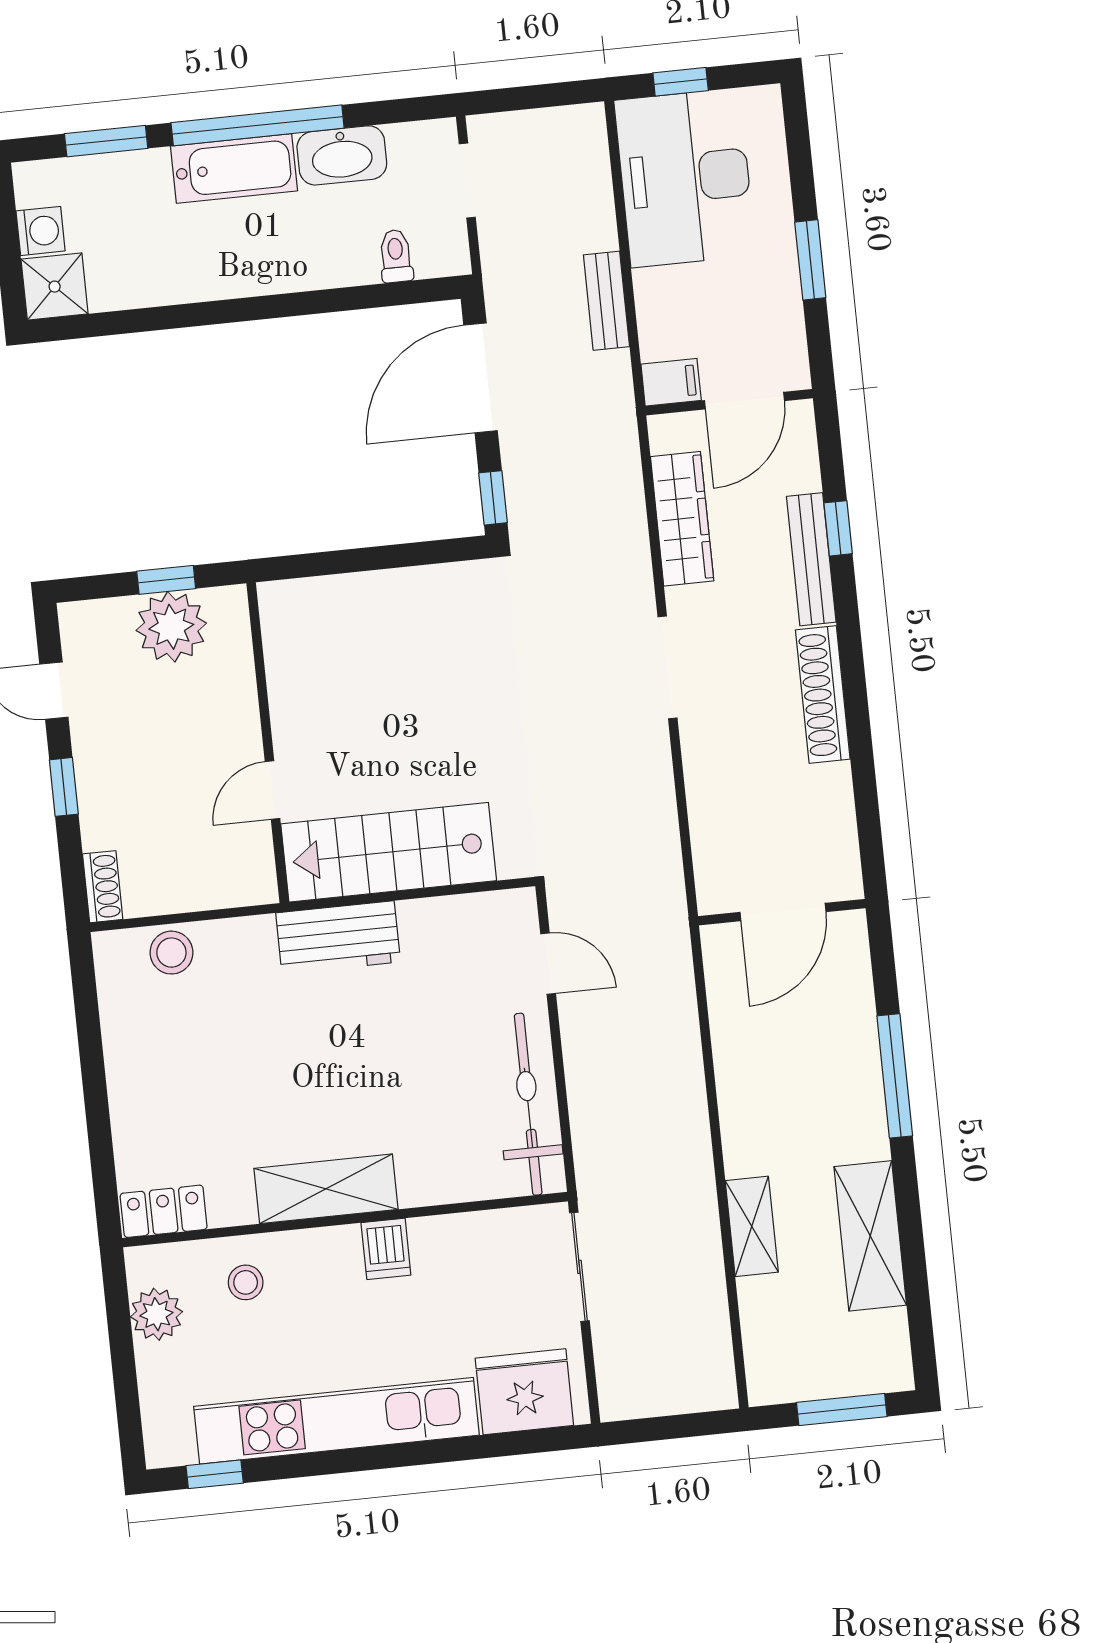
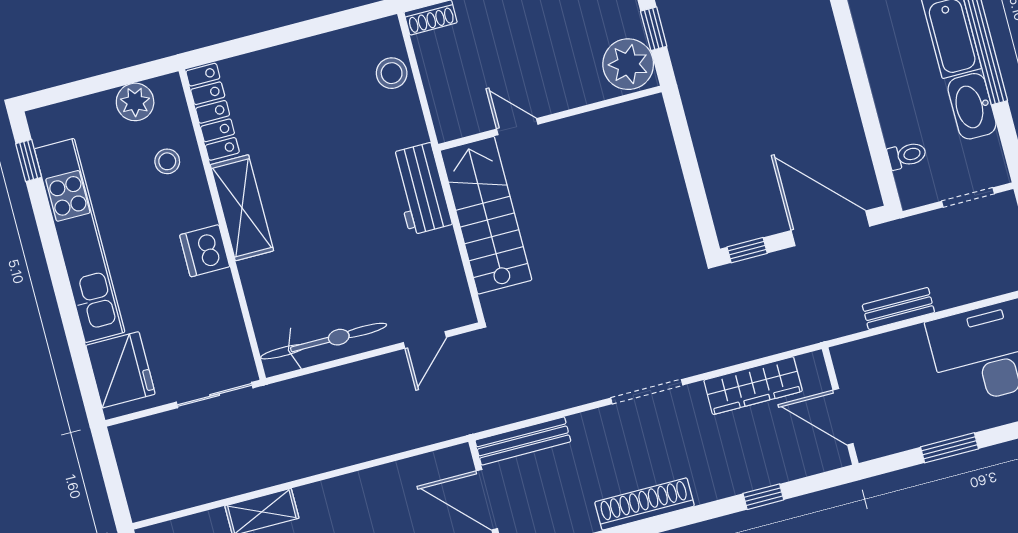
filing cabinet: (671, 382) -> (848, 363), removed
bench: (811, 559) -> (523, 441), moved
plant: (171, 627) -> (628, 64), moved
locker: (164, 1211) -> (213, 112), width x1.53
dishwasher: (386, 1249) -> (205, 251), width x1.38

